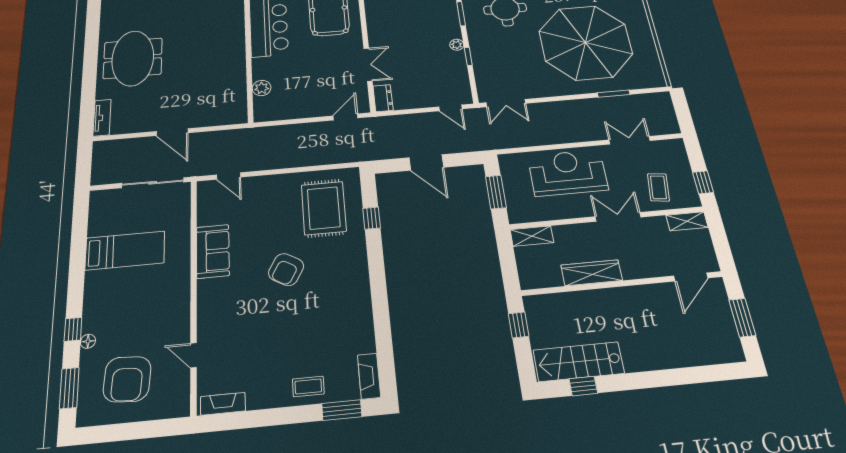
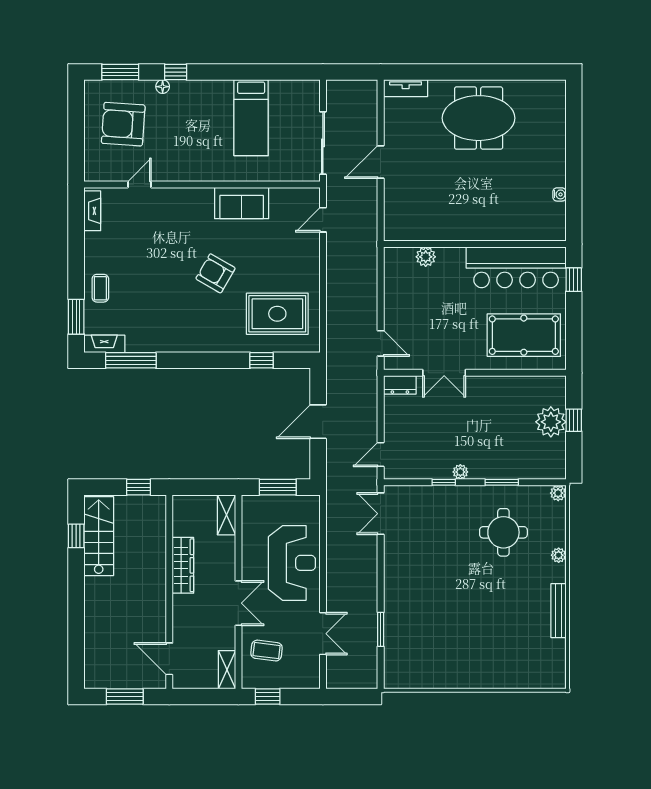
parasol: (586, 42) -> (449, 613), removed
window: (384, 346) -> (131, 360), added

